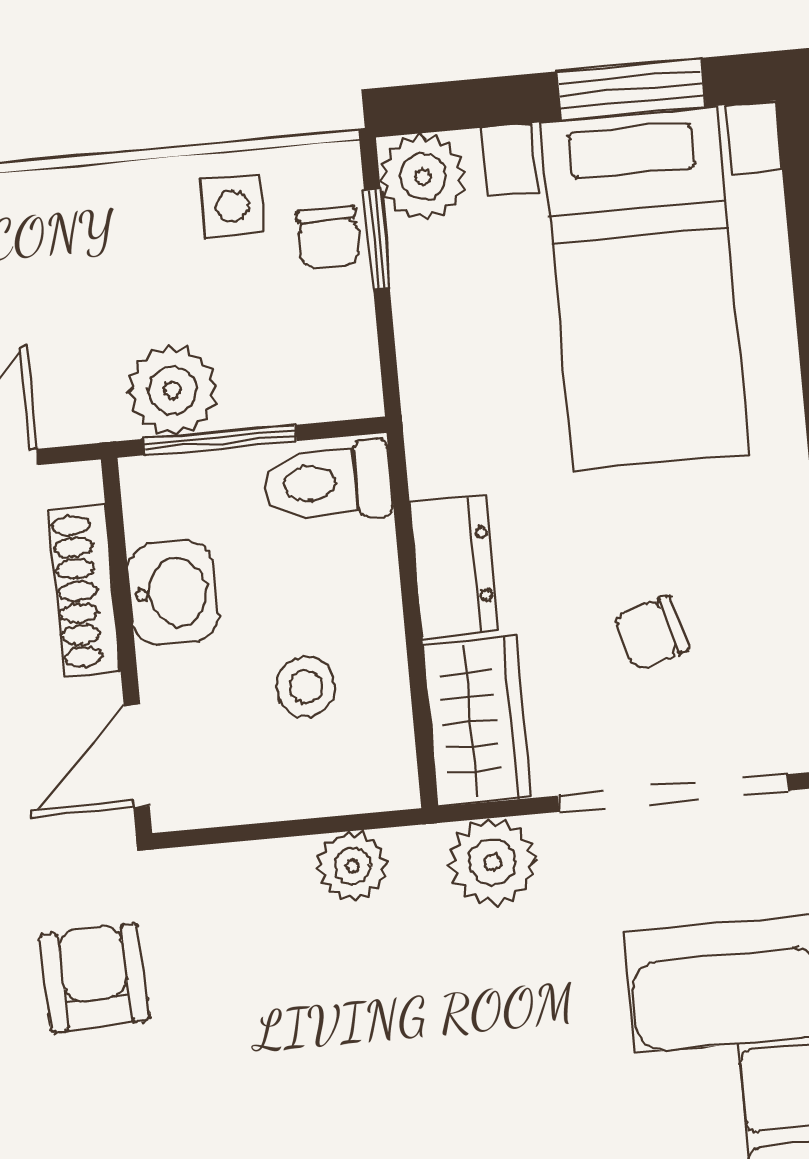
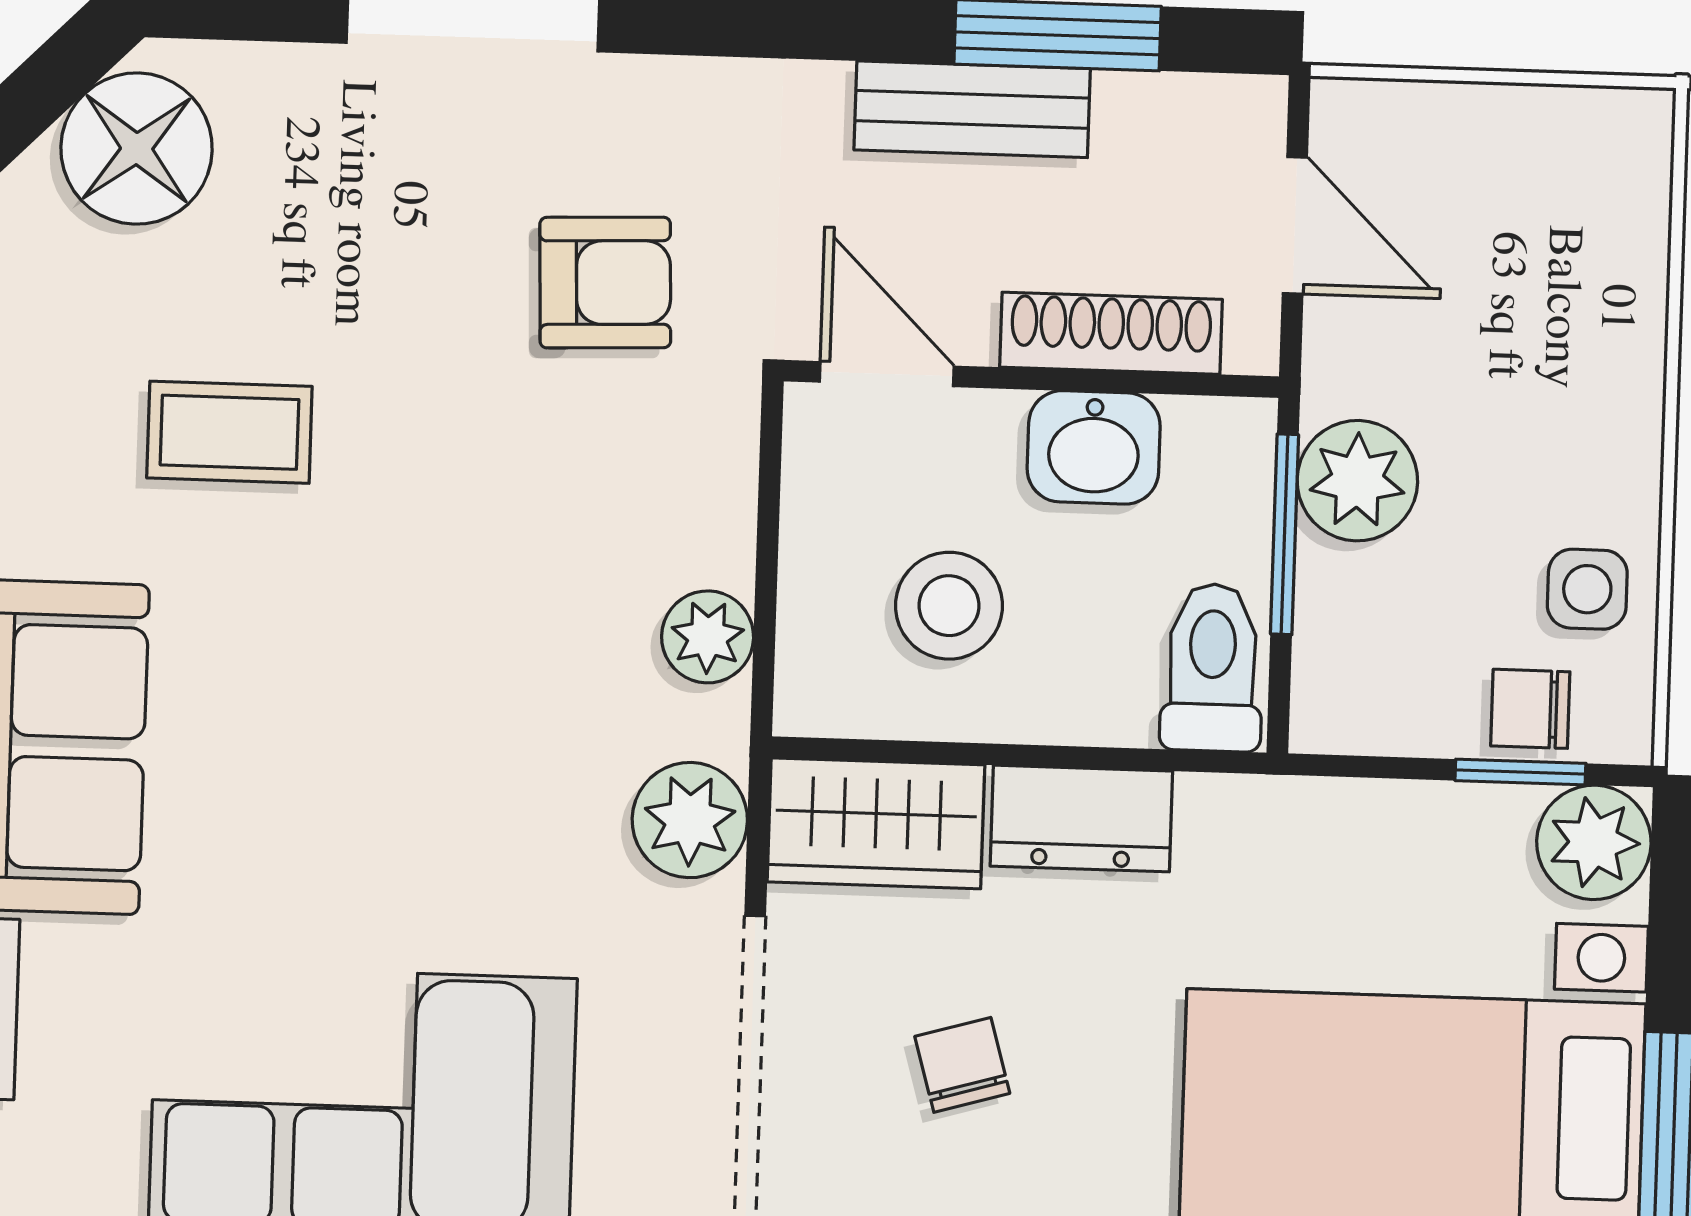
stool: (306, 687) -> (949, 606), width x1.37, depth x1.37

